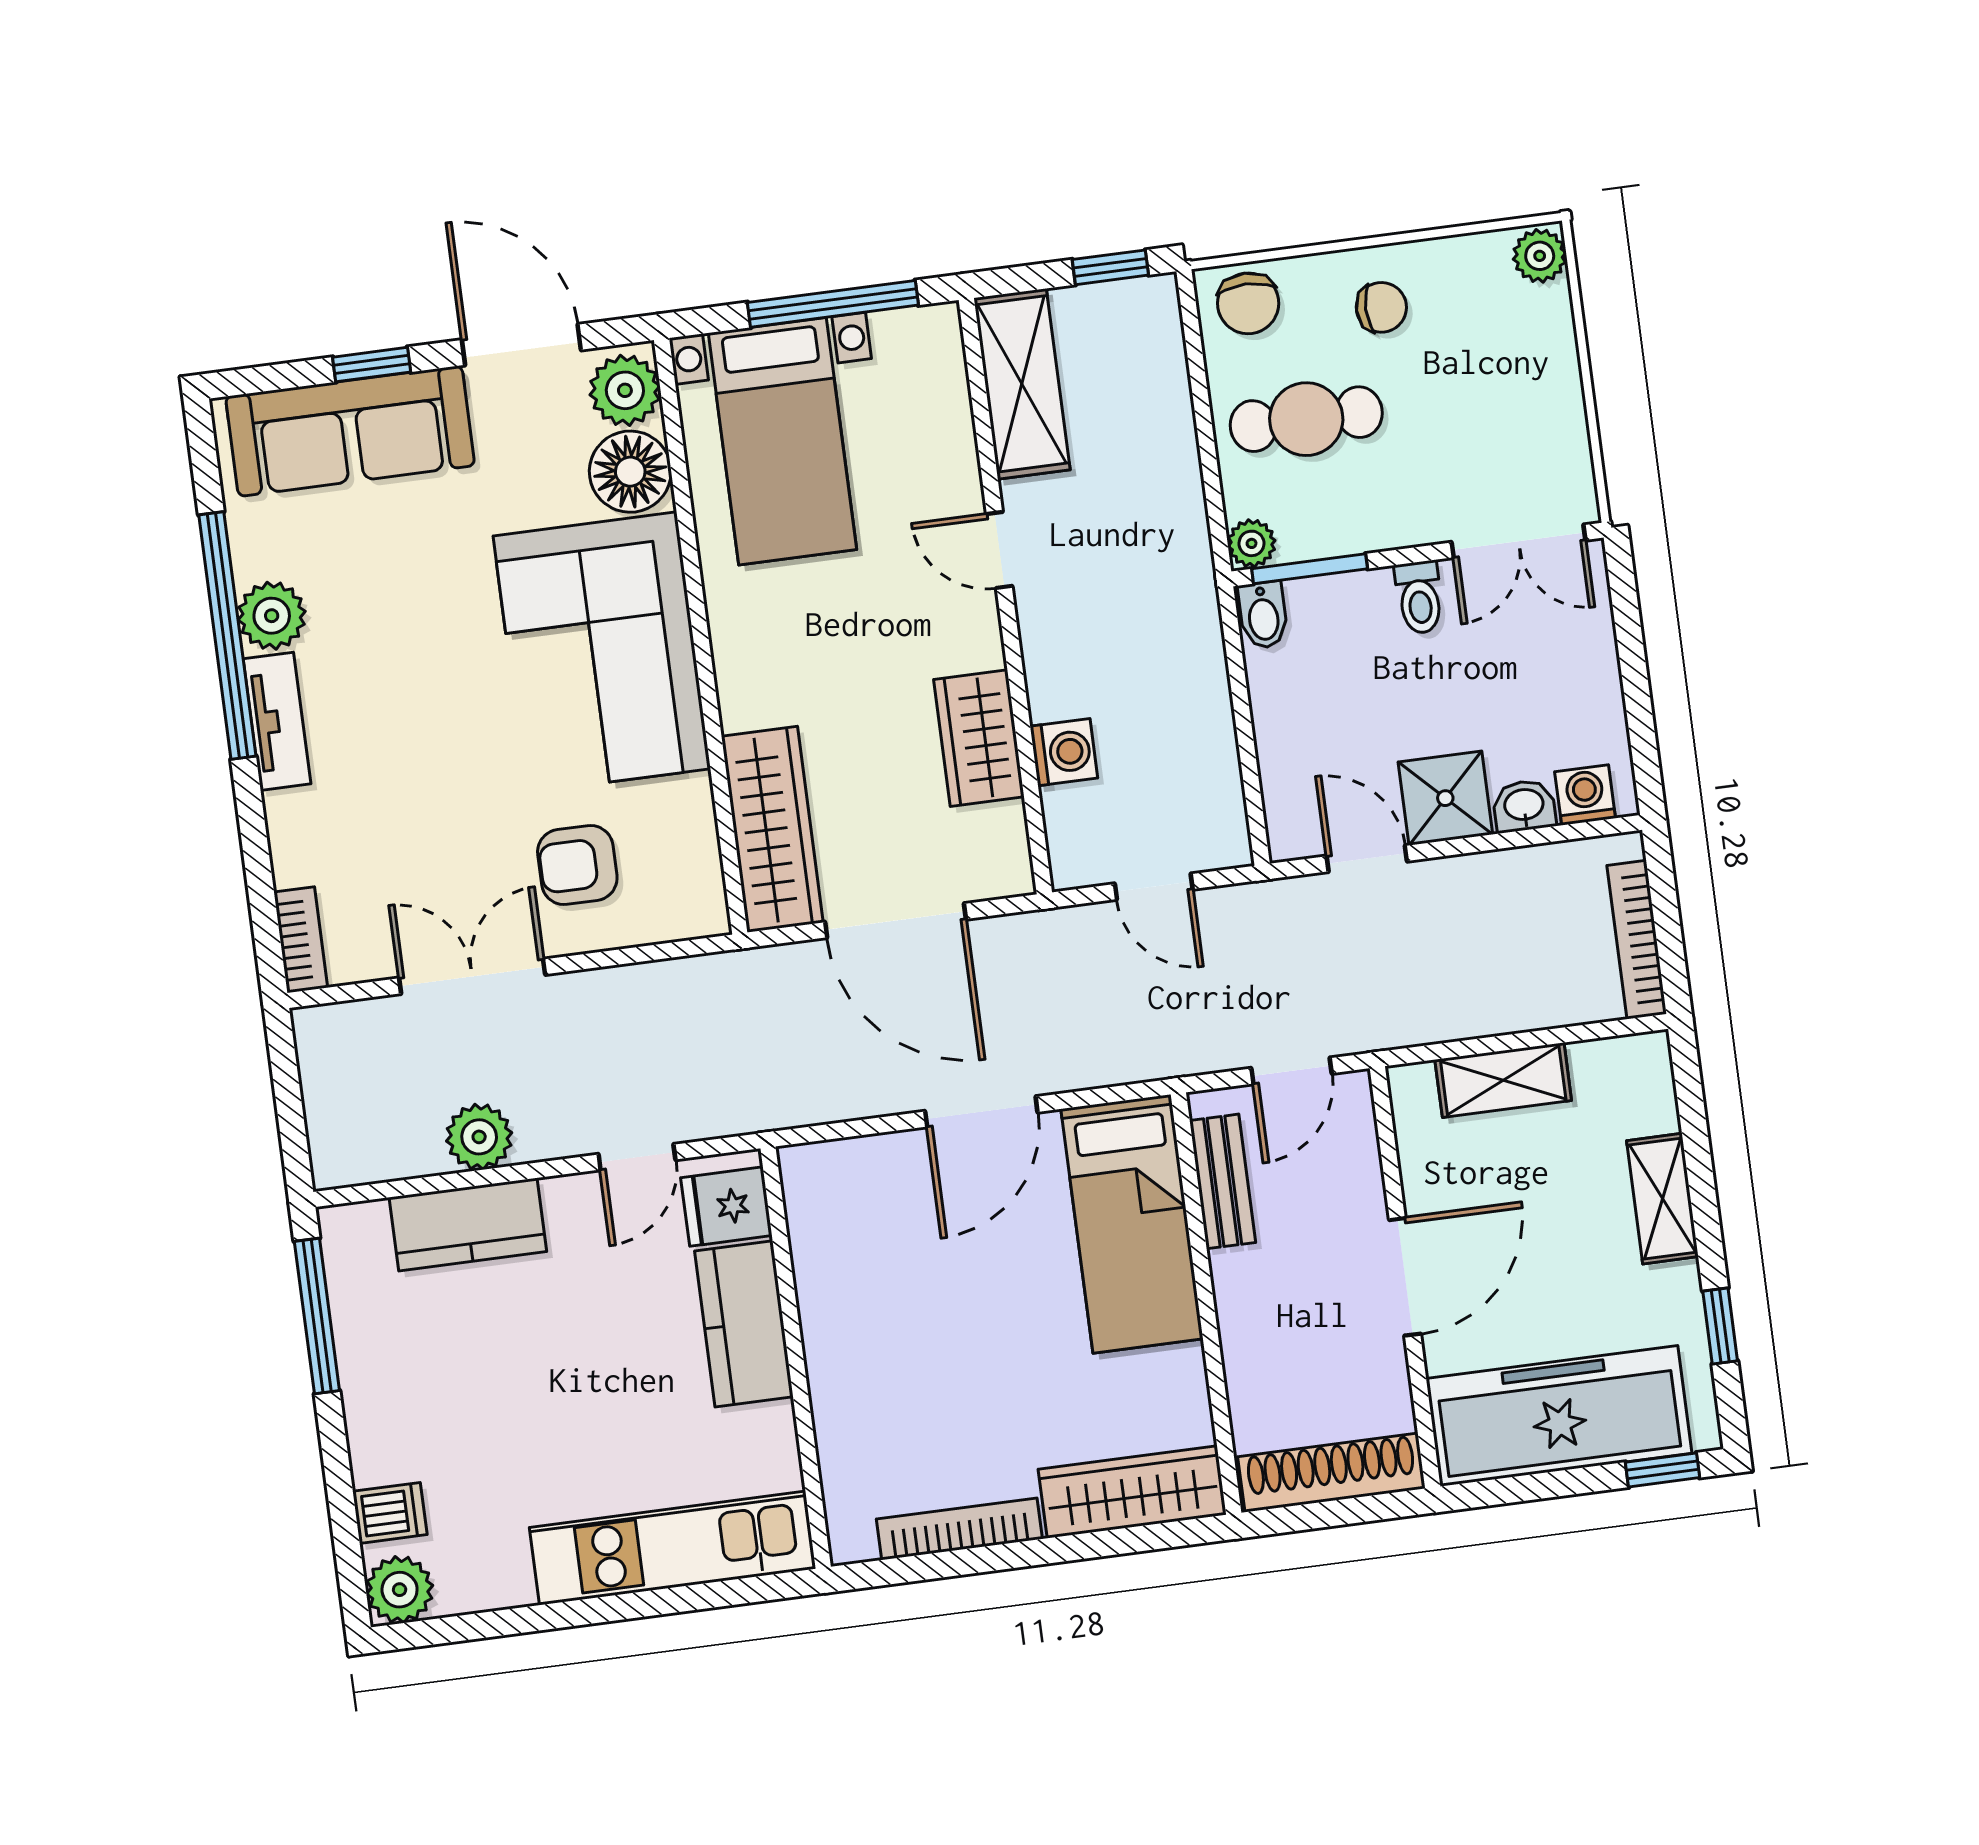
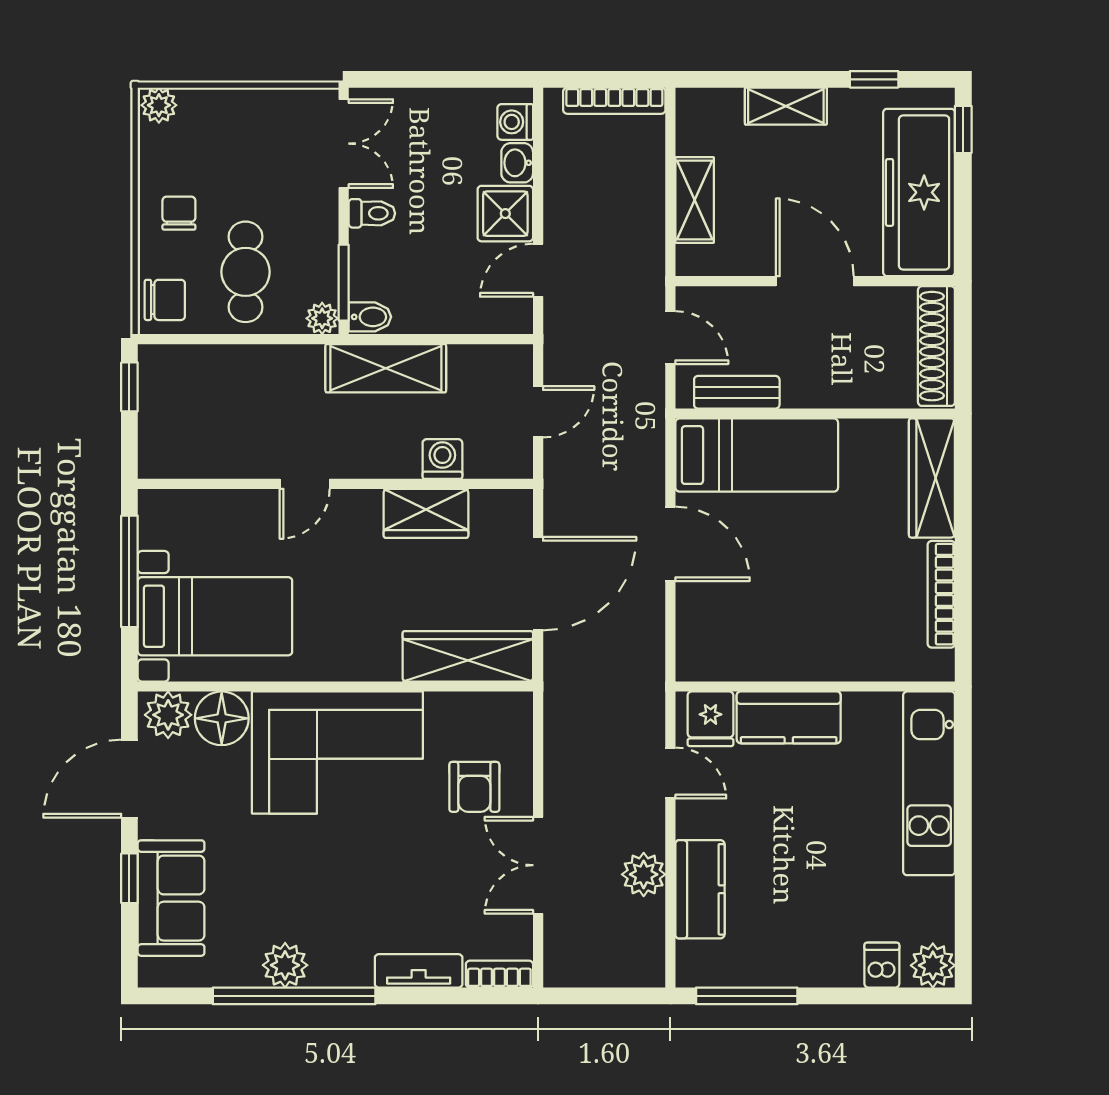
shelving: (1022, 384) -> (386, 368), moved
sofa: (350, 431) -> (171, 898), width x0.73
tv unit: (277, 721) -> (419, 971), moved

